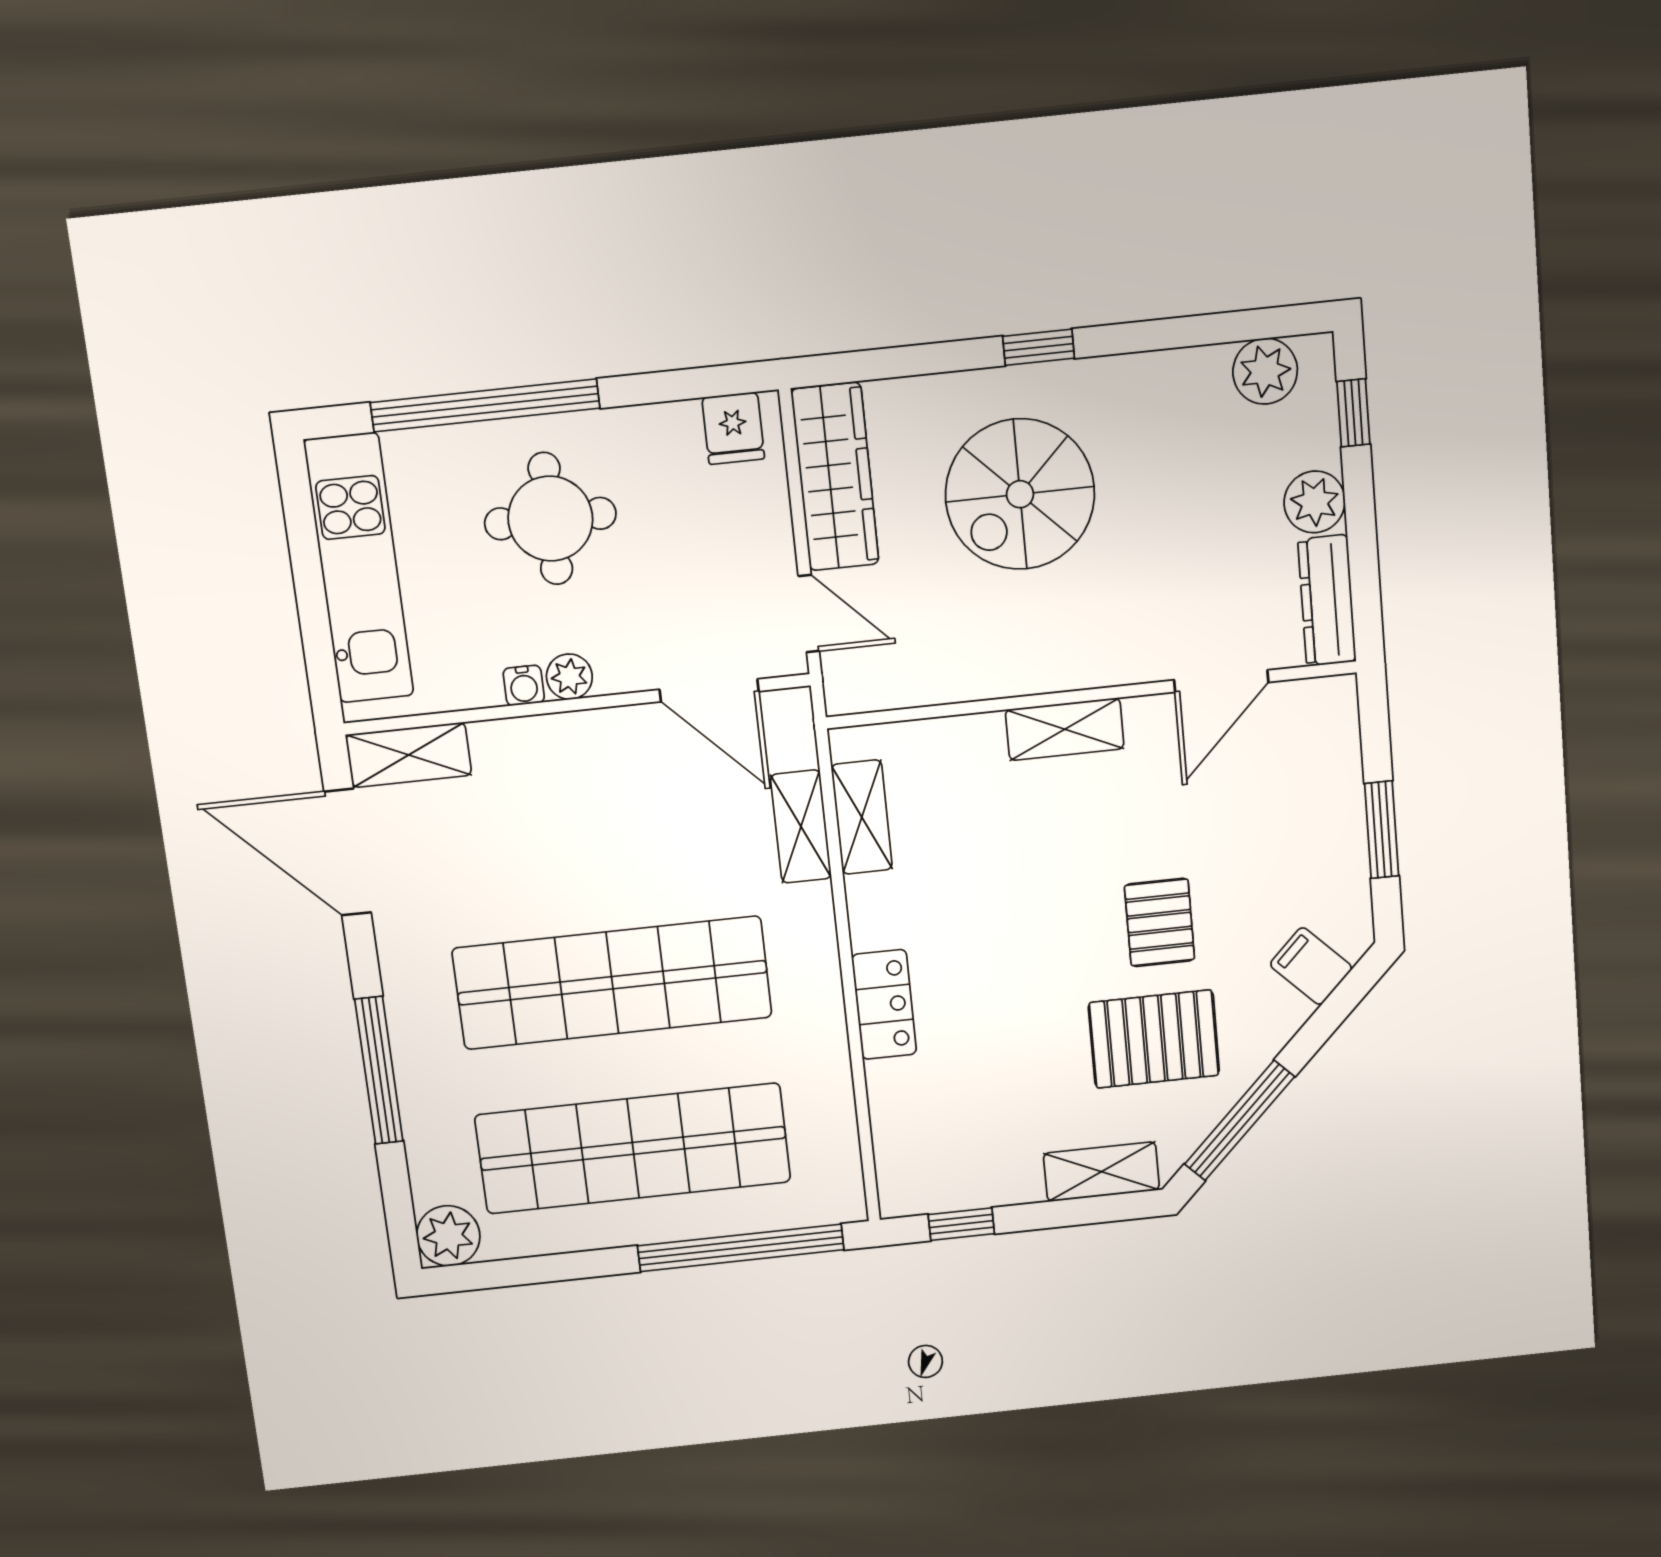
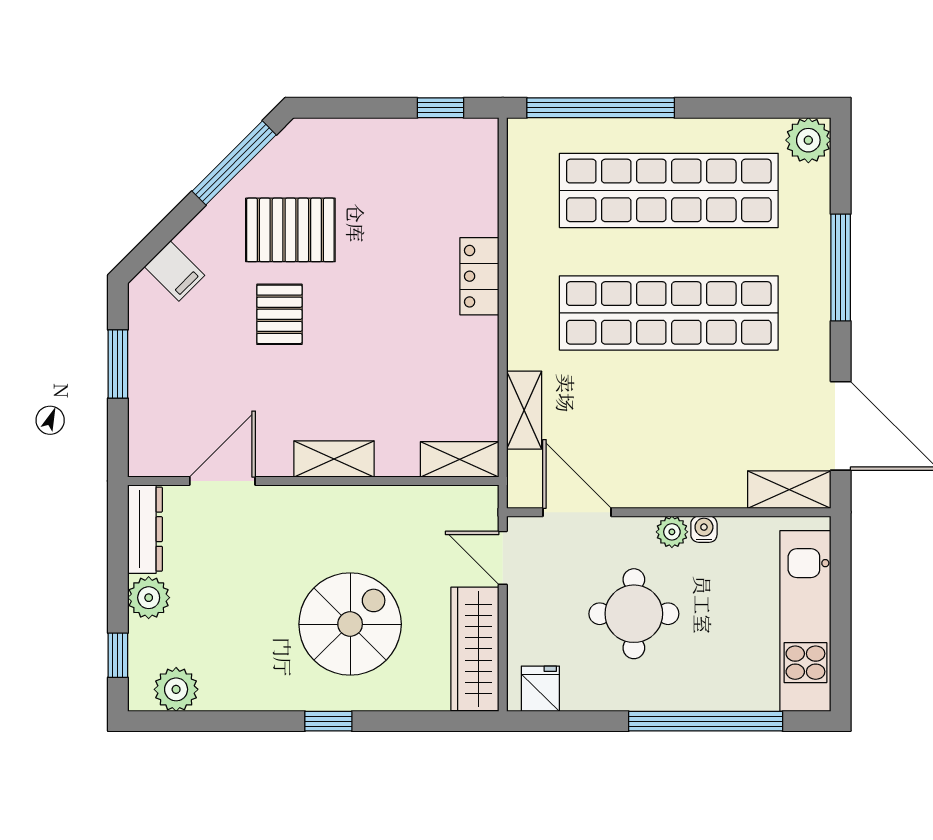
round table: (550, 519) -> (634, 614), moved
shelving: (862, 817) -> (460, 459), moved, turned 90
shelving: (1101, 1172) -> (336, 136), removed

